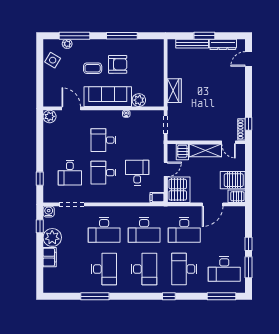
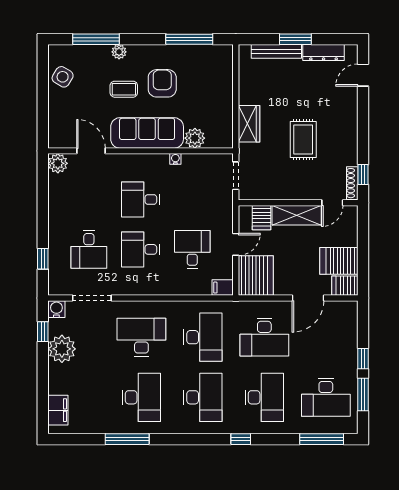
window: (122, 36) -> (189, 39), moved
plant: (67, 44) -> (119, 52), moved
armchair: (118, 64) -> (162, 83), turned -90
rug: (210, 101) -> (303, 140), added
door: (229, 142) -> (332, 203), hinge flipped
desk: (104, 230) -> (141, 337), turned 180
desk: (144, 230) -> (203, 337), turned -90
filing cabinet: (50, 257) -> (58, 410), moved
desk: (184, 269) -> (264, 397), turned 180

